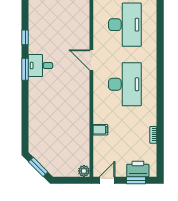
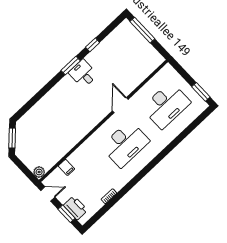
filing cabinet: (100, 130) -> (67, 167), moved

